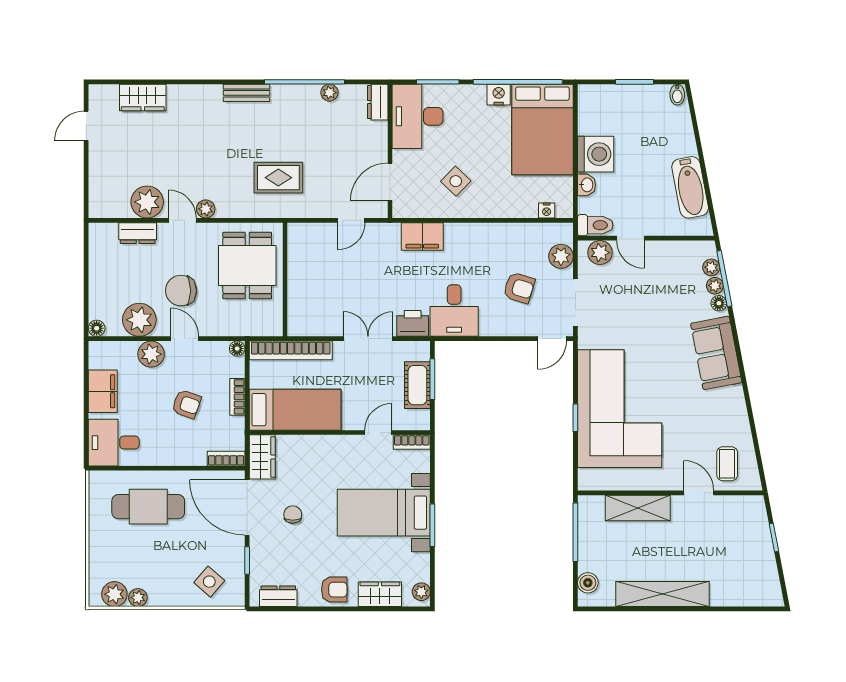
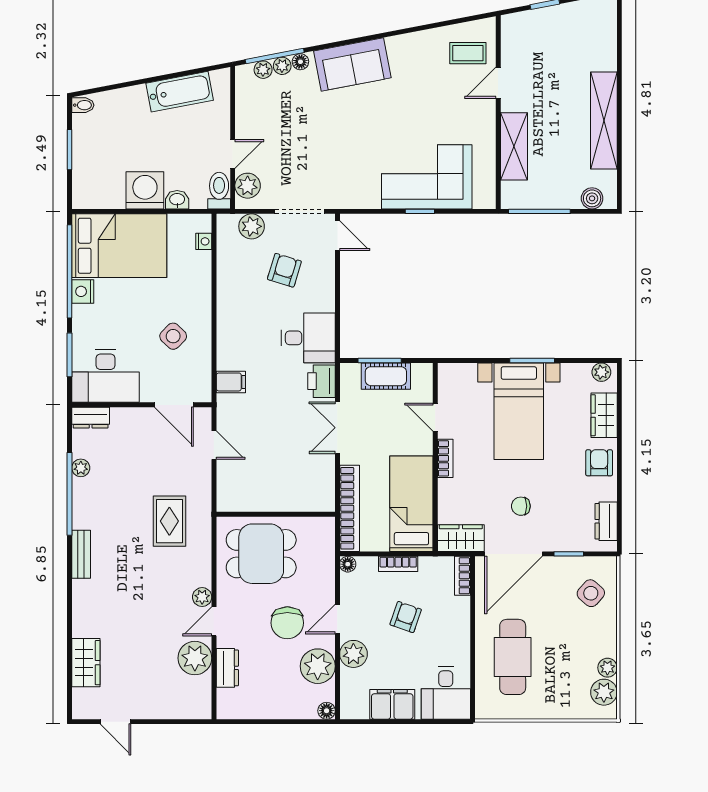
filing cabinet: (422, 236) -> (231, 382), width x0.50
corner sofa: (620, 409) -> (427, 177), width x0.73, depth x0.74
bookcase: (412, 442) -> (445, 458), moved

